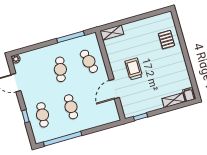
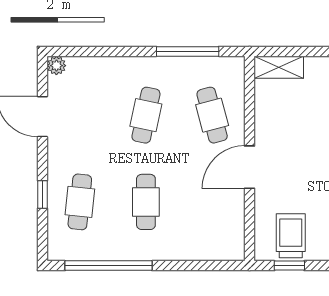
trolley: (134, 69) -> (291, 236), moved
door: (114, 89) -> (250, 167), moved

